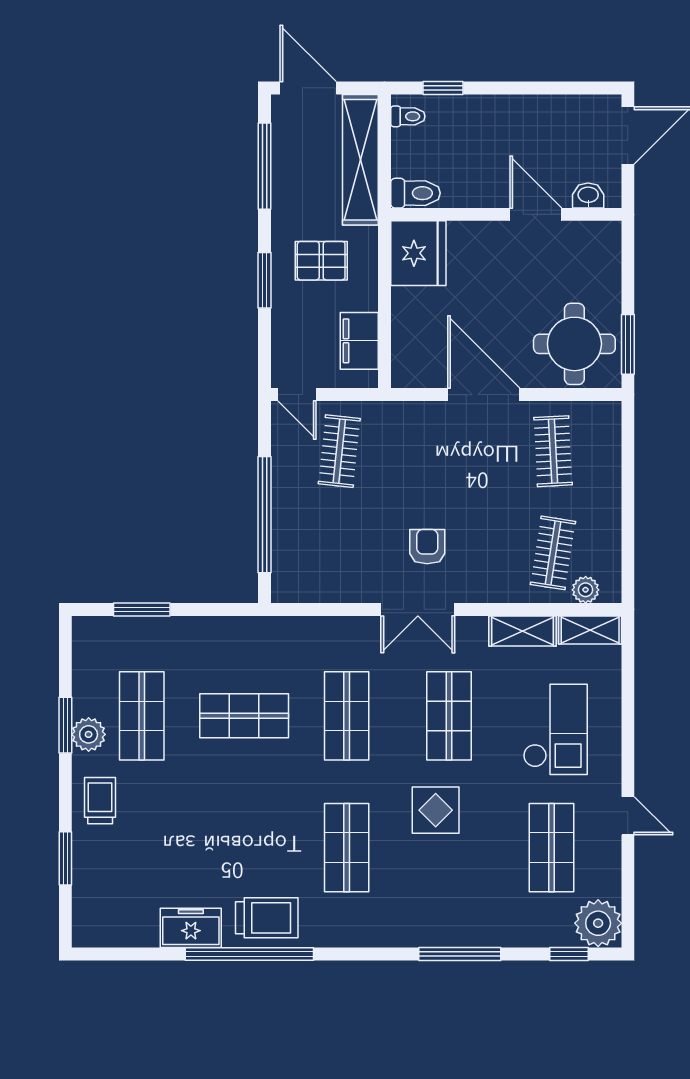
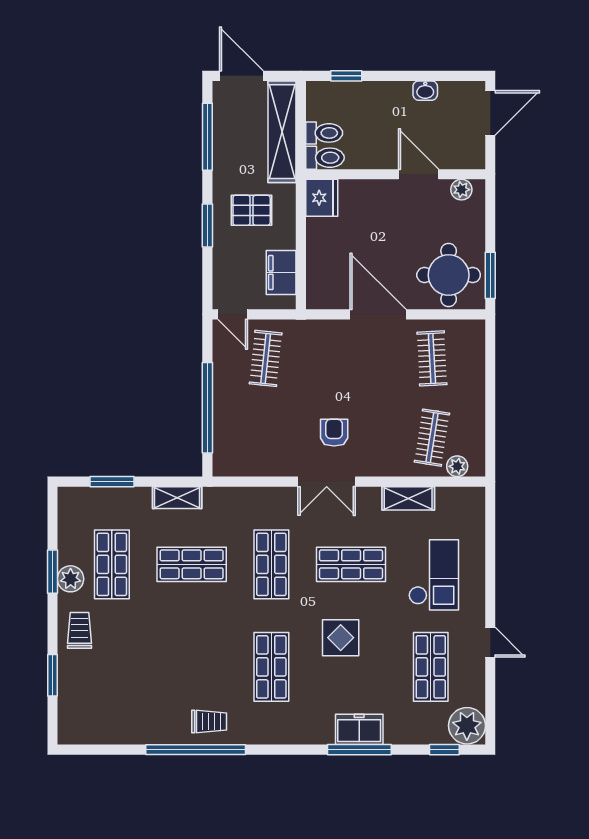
toilet: (408, 116) -> (324, 133), moved, width x1.37, depth x1.39
washbasin: (588, 196) -> (425, 91), moved, turned 180
plant: (591, 234) -> (461, 190), added
fridge: (418, 253) -> (322, 198), width x0.73, depth x0.75
shelving: (590, 630) -> (177, 498), moved
shop shelf: (449, 716) -> (351, 564), turned 90
trolley: (267, 918) -> (209, 721), width x0.73, depth x0.72
freezer: (191, 928) -> (359, 729), moved

